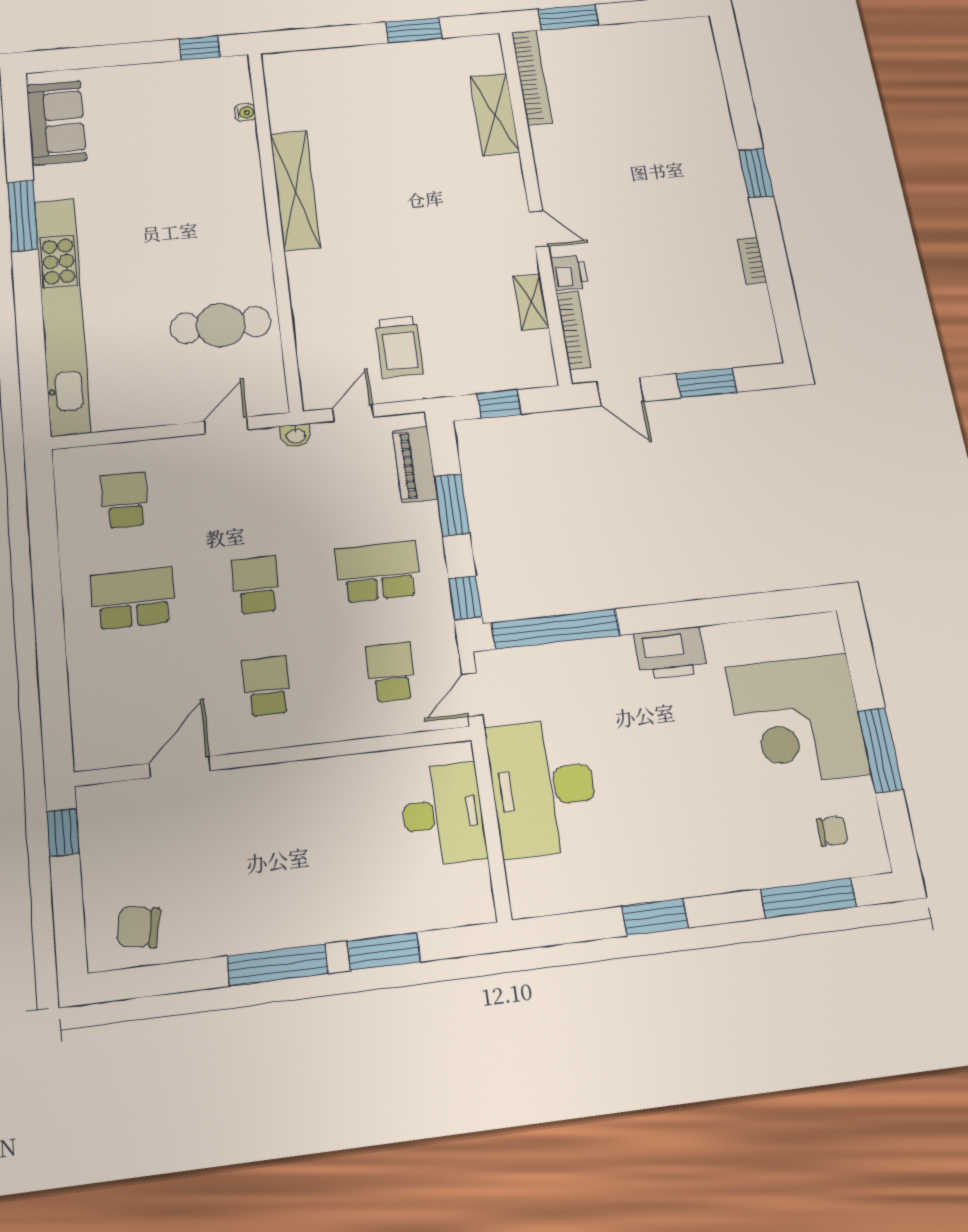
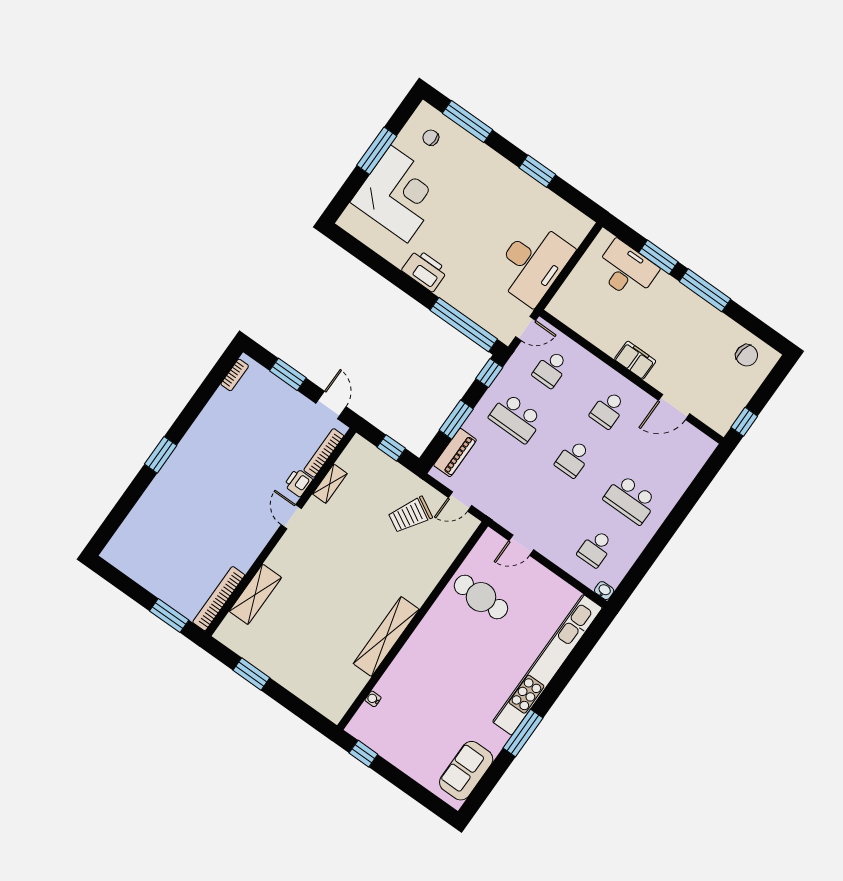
bookcase: (752, 260) -> (235, 375), moved
trolley: (399, 347) -> (410, 515), turned -151
washbasin: (296, 436) -> (604, 591), moved
filing cabinet: (289, 782) -> (635, 360), added
desk: (443, 814) -> (626, 270), moved, turned 90

